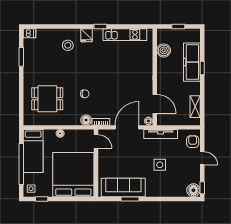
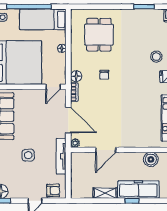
door: (155, 104) -> (106, 150), moved
shelving: (195, 107) -> (105, 193), moved

